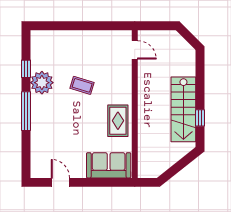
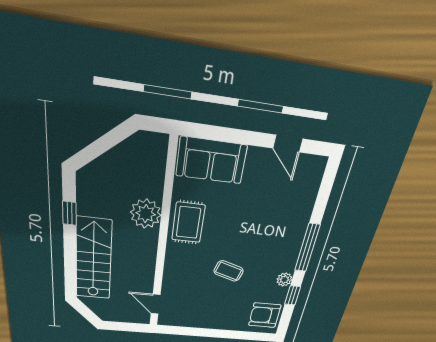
armchair: (44, 48) -> (265, 315), added
plant: (42, 83) -> (284, 280), width x0.53, depth x0.53
stairs: (183, 109) -> (94, 259), moved
plant: (148, 124) -> (146, 214), added

